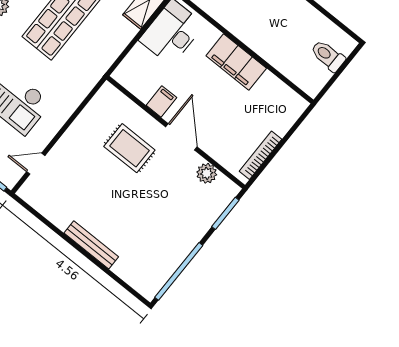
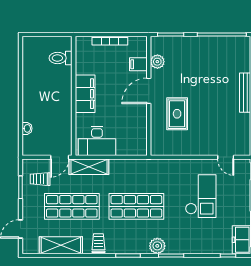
toilet: (328, 56) -> (61, 58), moved, turned 90
filing cabinet: (161, 101) -> (138, 64), moved
bookcase: (261, 155) -> (110, 41), moved

